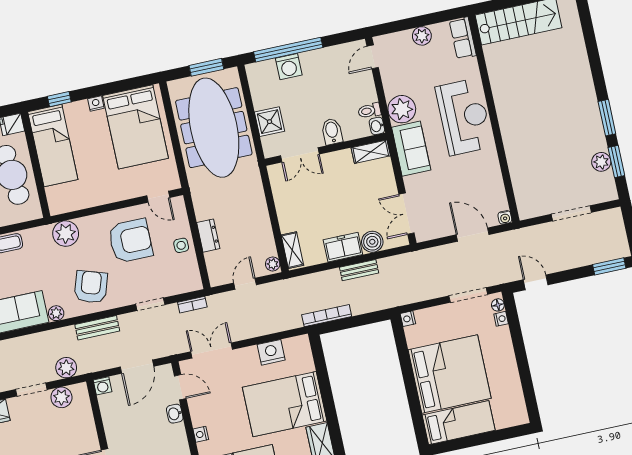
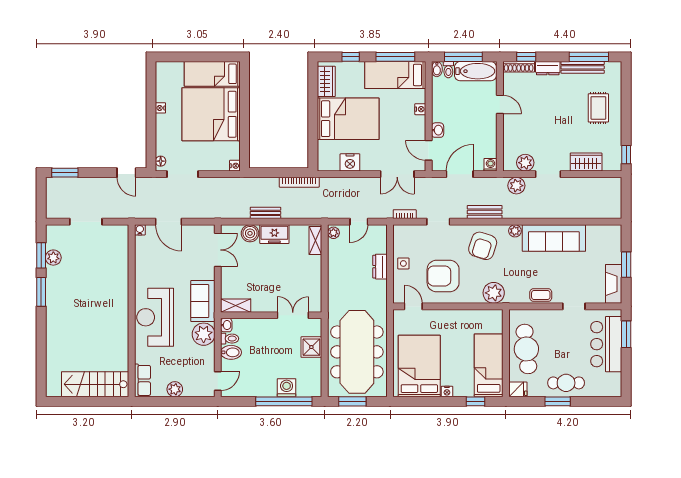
bidet: (332, 131) -> (231, 352), moved, turned -90
nightstand: (501, 319) -> (160, 108), moved

